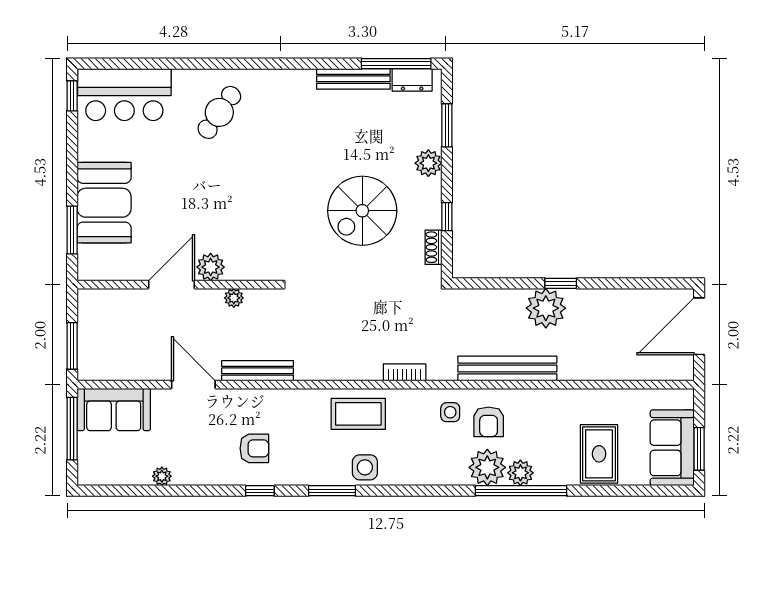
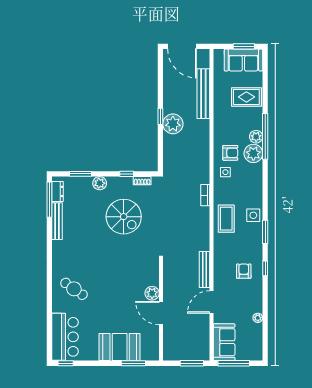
plant: (234, 298) -> (168, 282), removed
bench: (507, 368) -> (203, 94), moved

